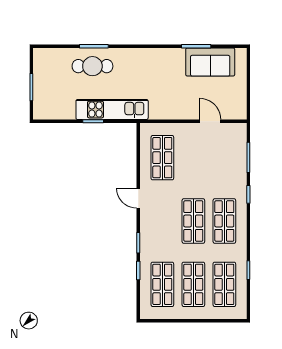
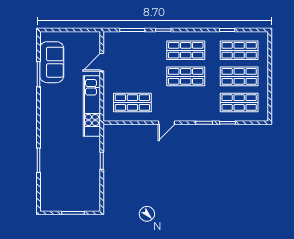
cafe table: (92, 66) -> (55, 161), removed
kitchen unit: (112, 110) -> (92, 106), moved

